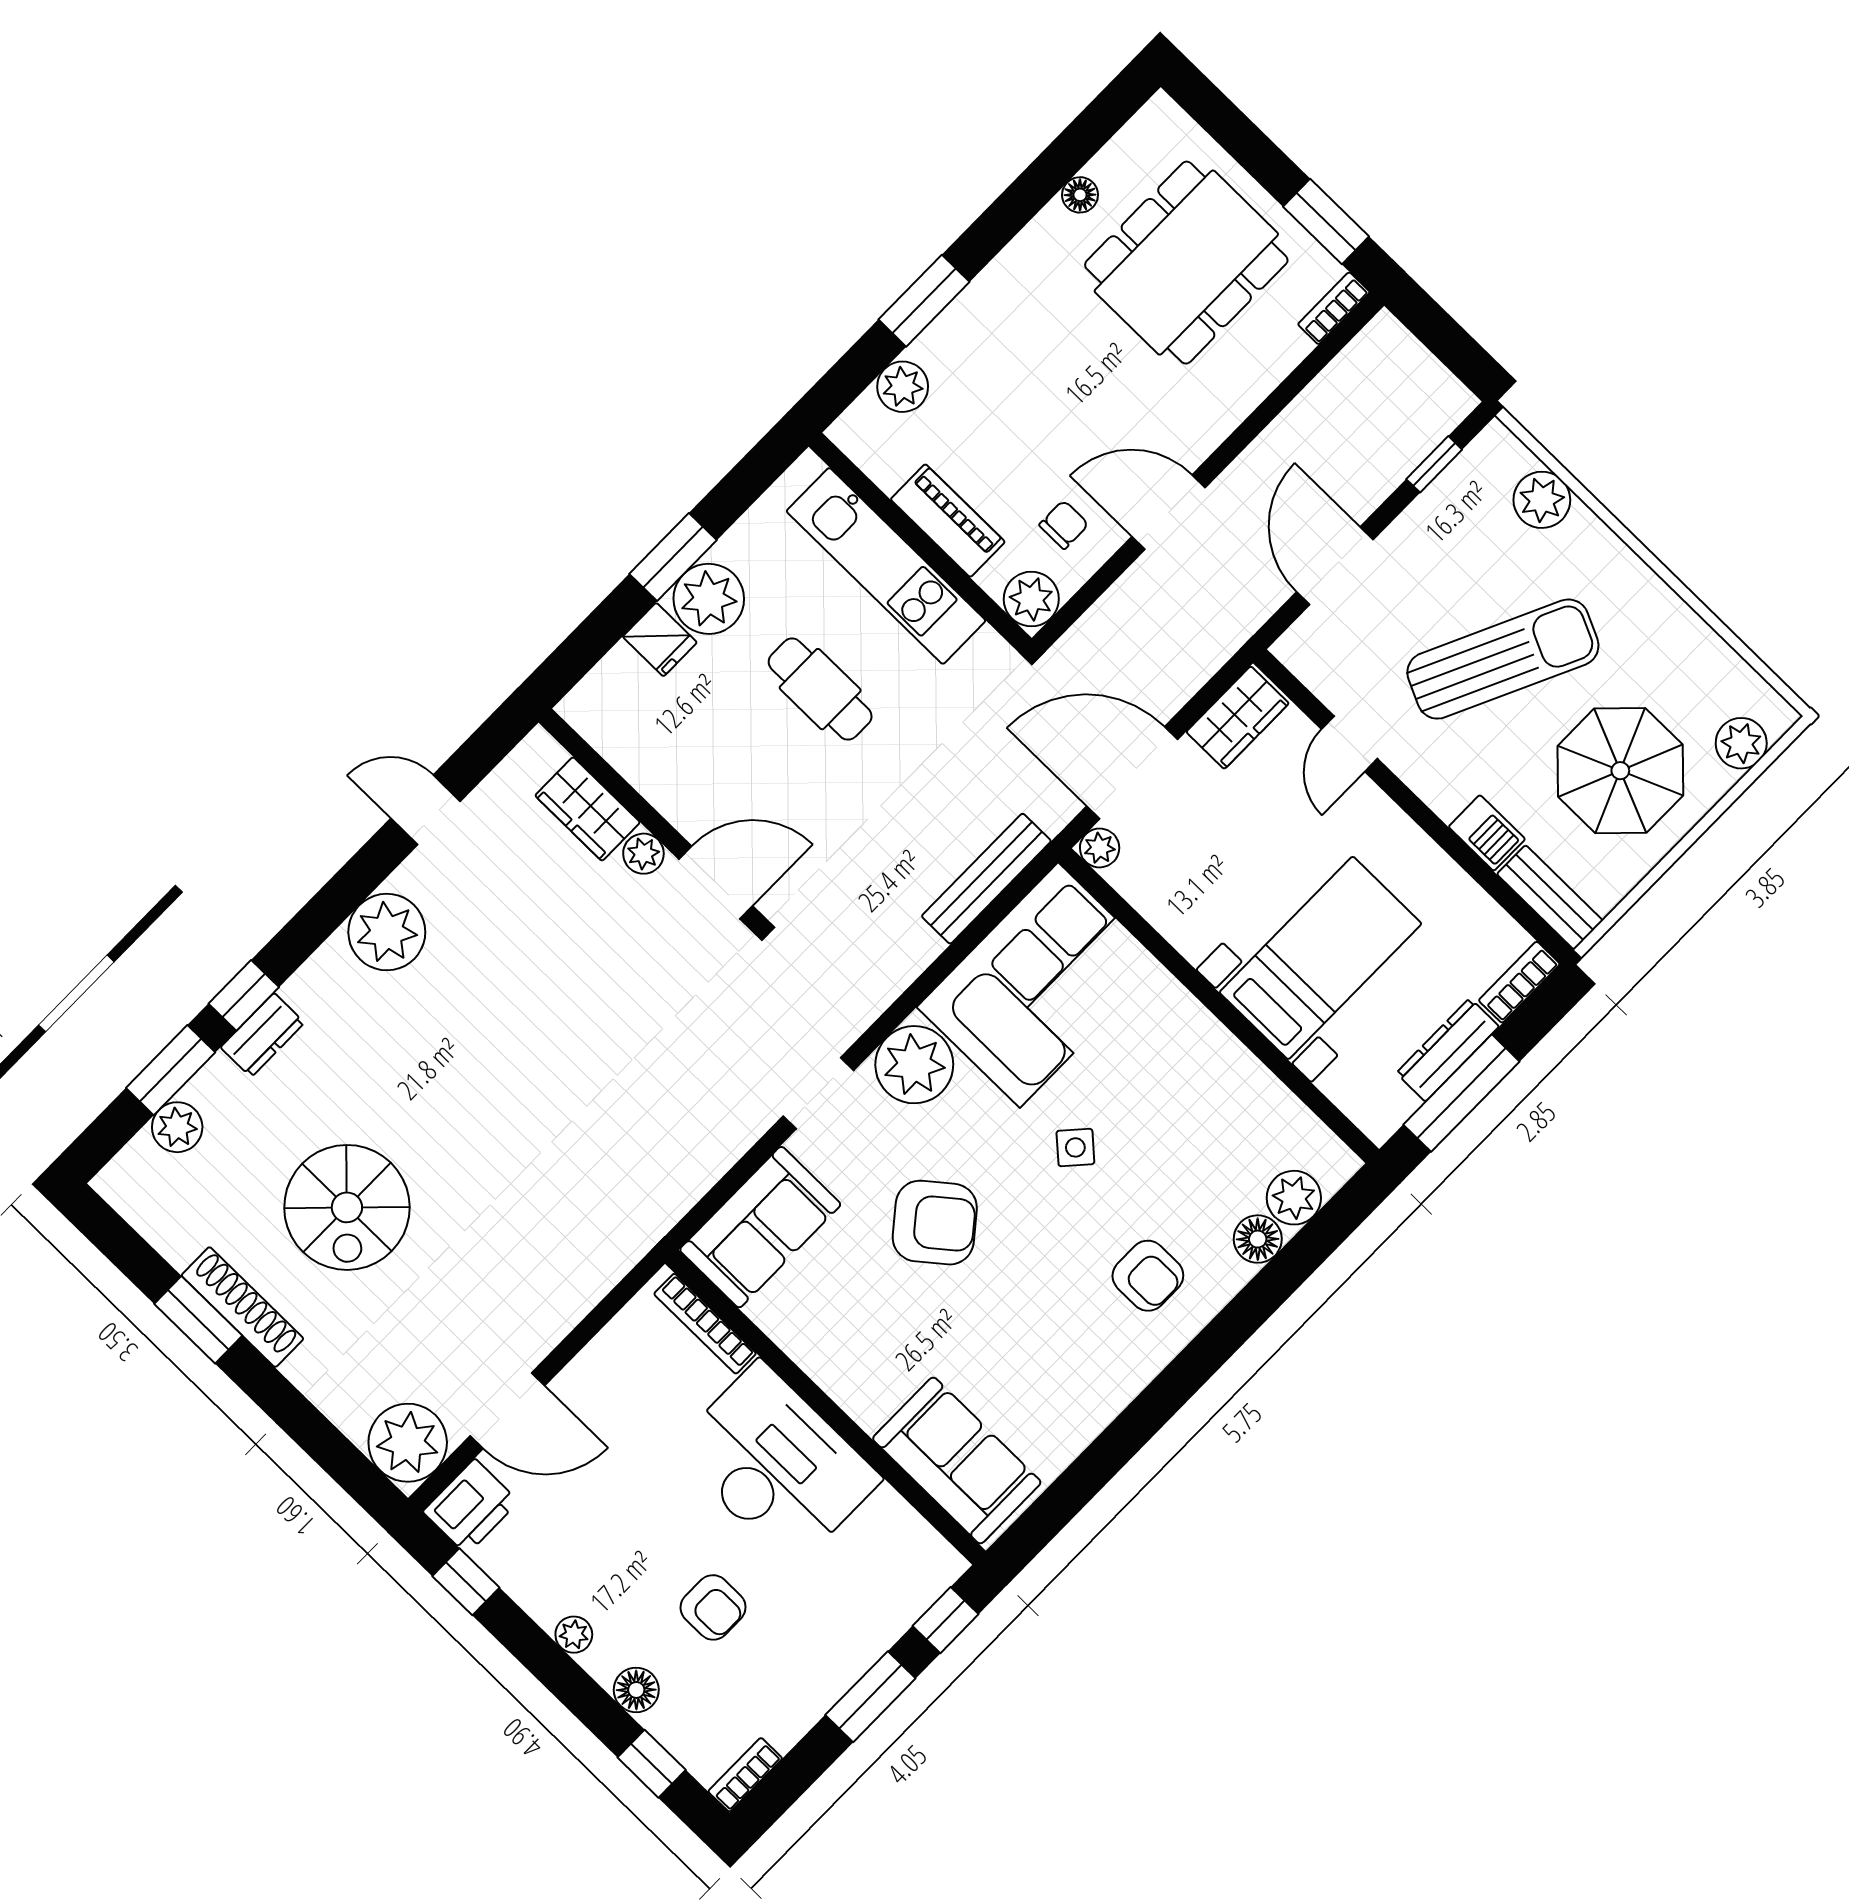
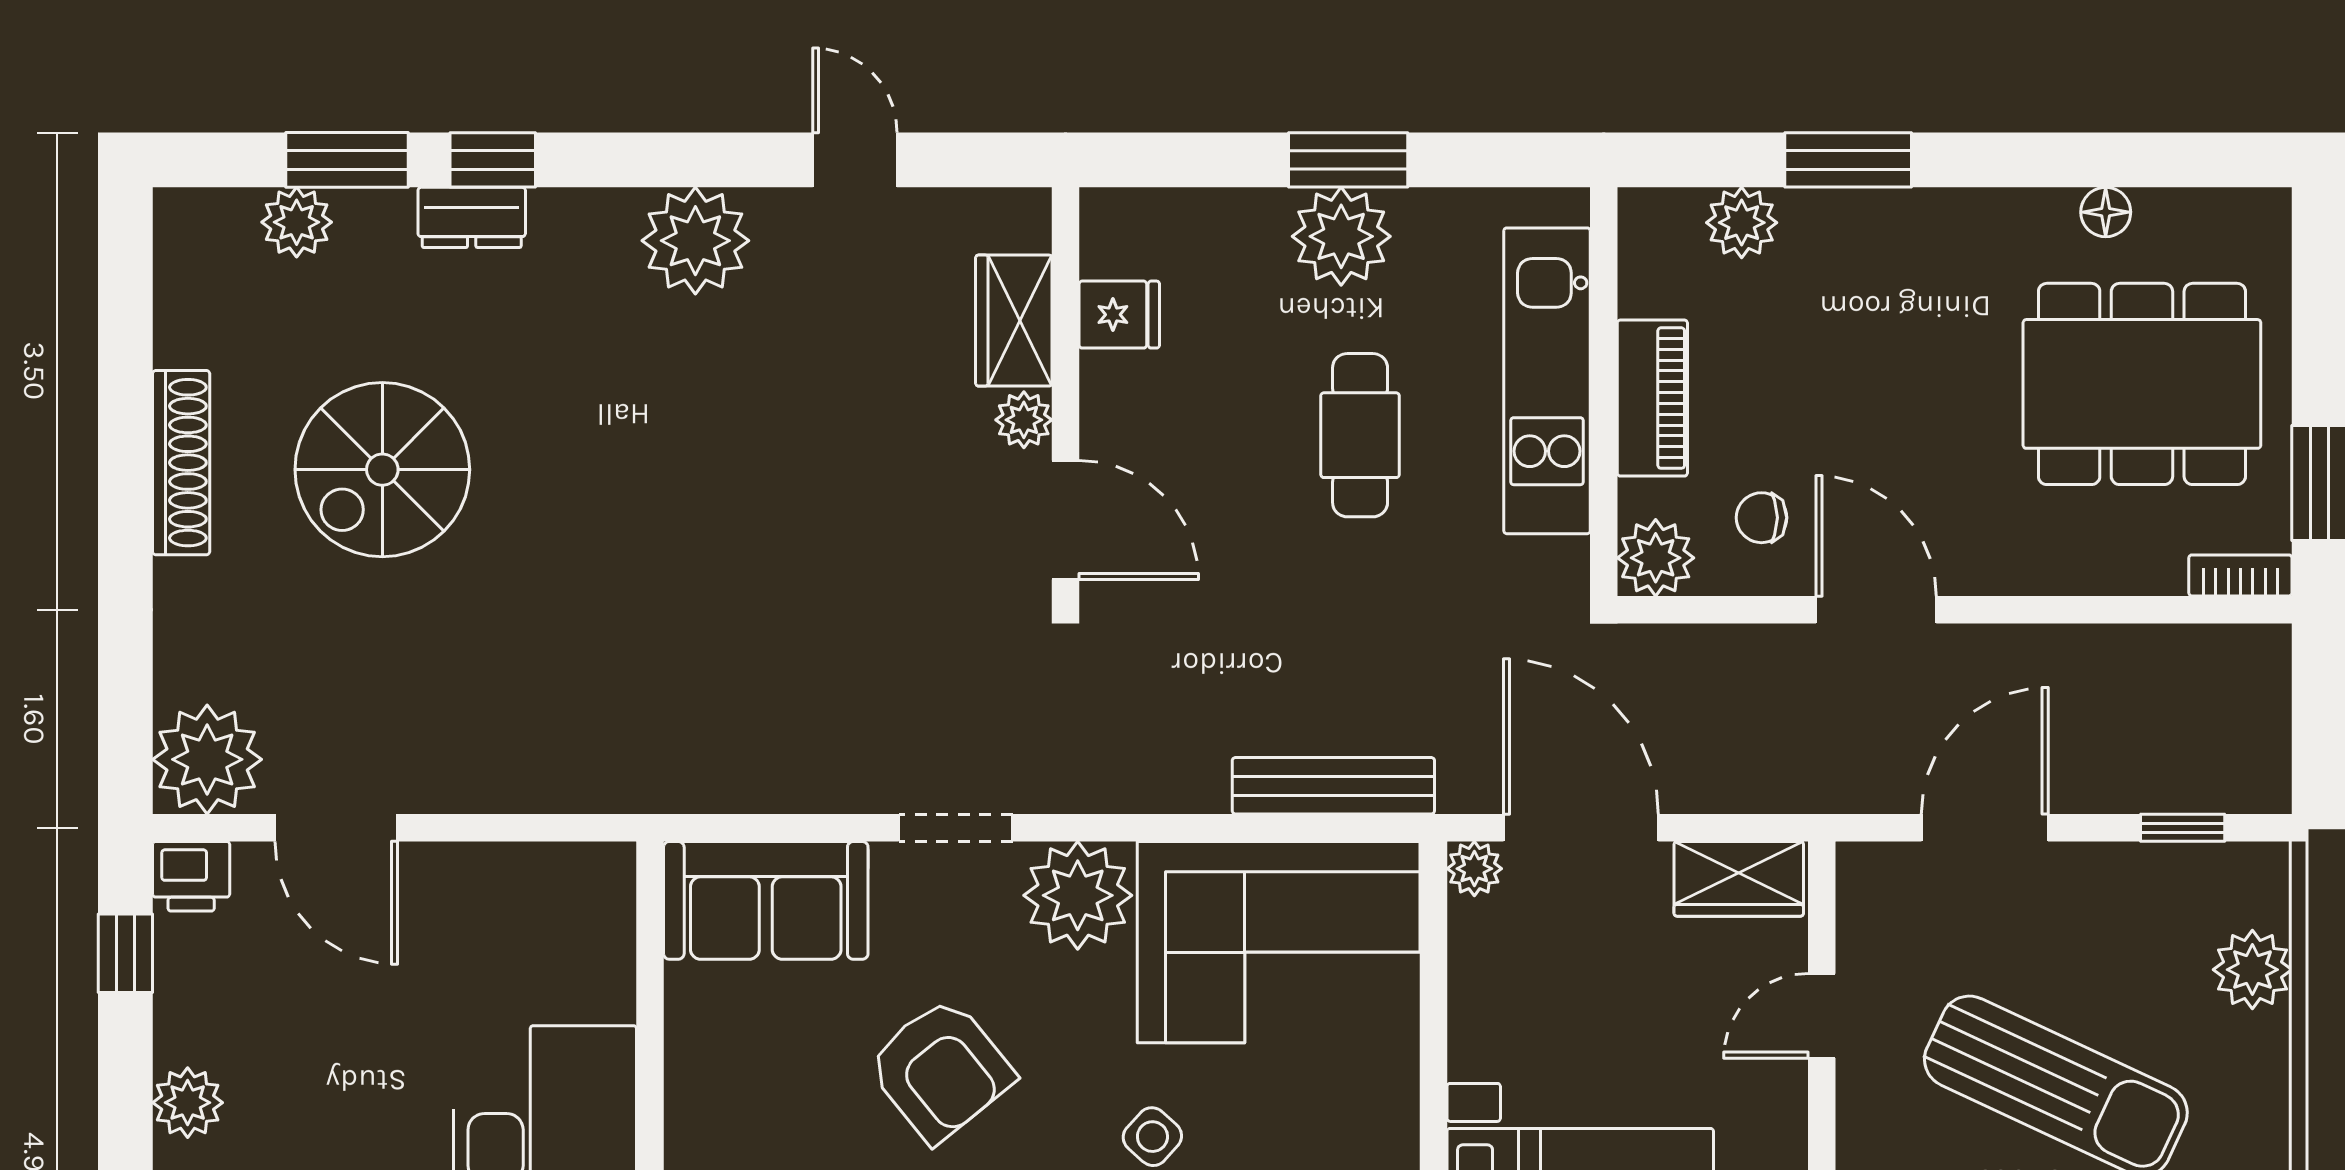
chair: (1064, 525) -> (1761, 518), turned 180
fridge: (660, 640) -> (1119, 315), moved, turned -90
window: (198, 1320) -> (125, 431), removed
bookcase: (705, 1324) -> (616, 940), removed
printer: (471, 1507) -> (191, 876), width x0.73, depth x0.81
plant: (574, 1635) -> (188, 1103), width x1.38, depth x1.38

